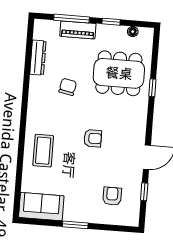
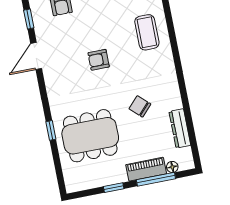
floor lamp: (133, 32) -> (172, 167), moved
chair: (68, 87) -> (140, 106), turned 122

